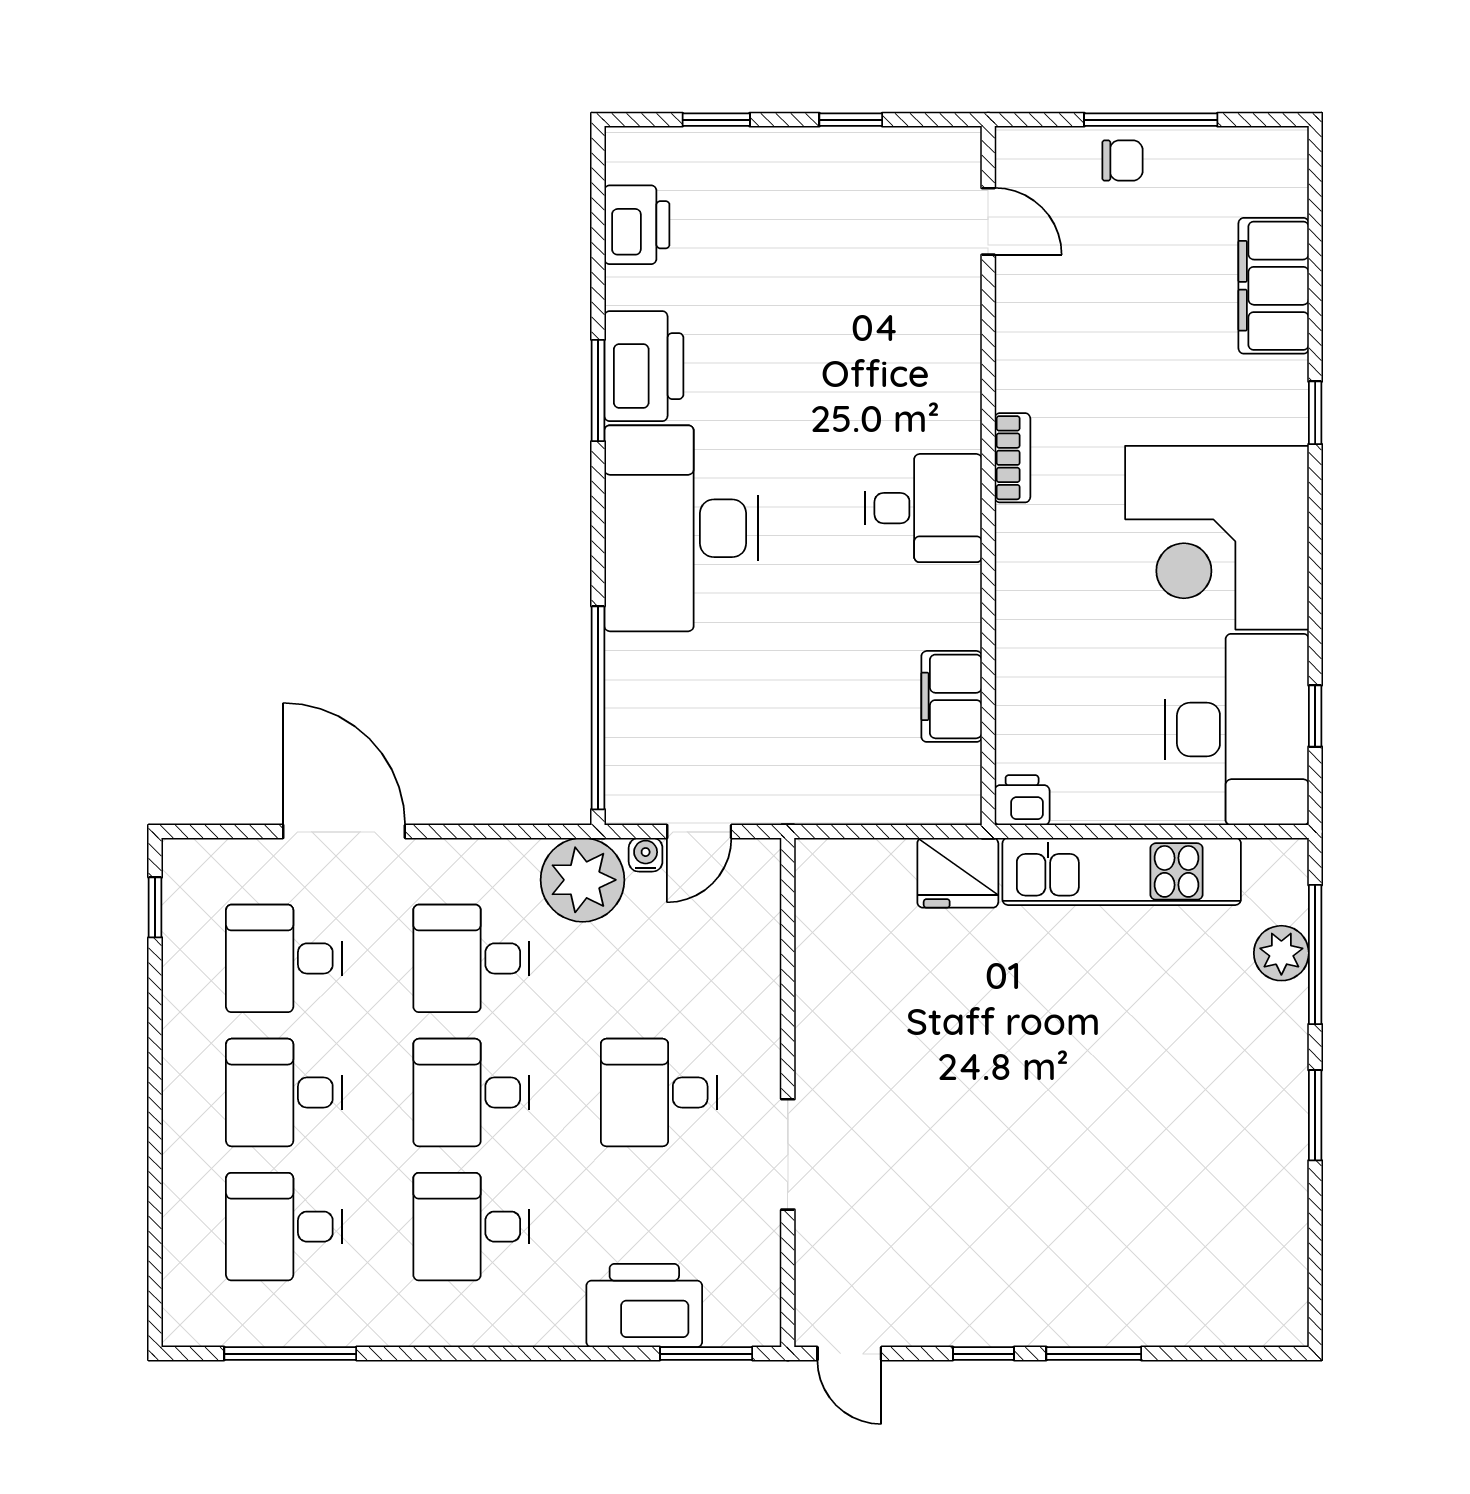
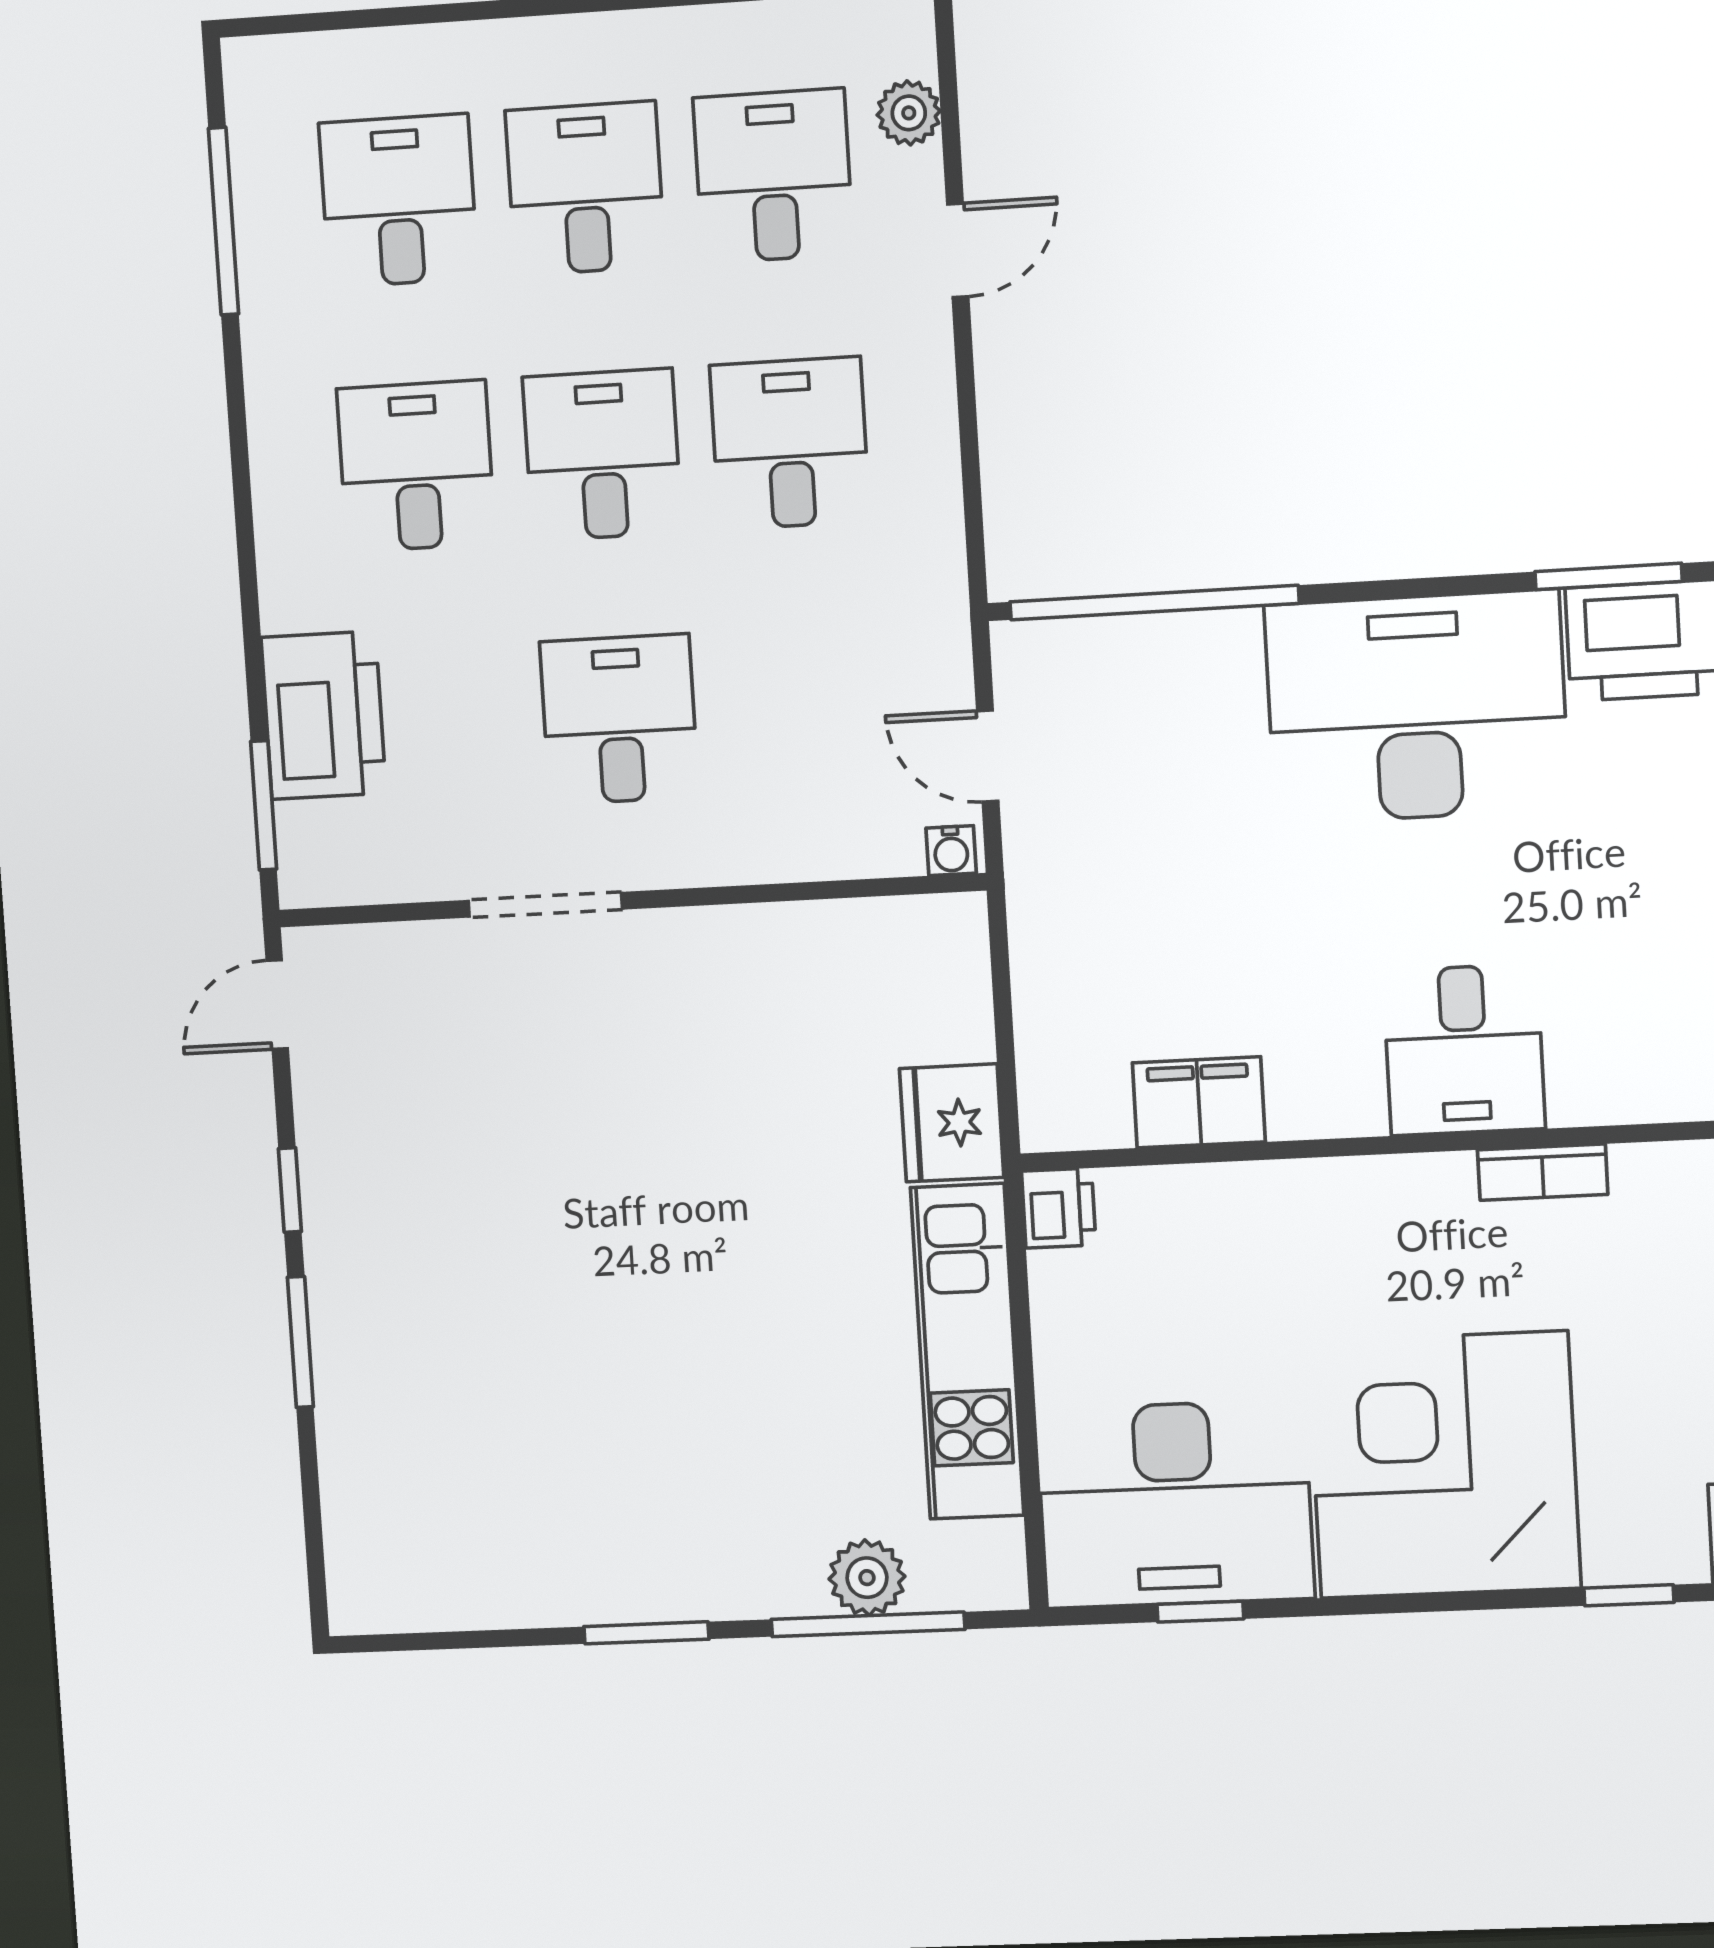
door: (344, 832) -> (958, 250), width x0.53
water cooler: (646, 855) -> (951, 851), moved, turned 90
plant: (583, 880) -> (909, 113), moved, width x0.53, depth x0.53

